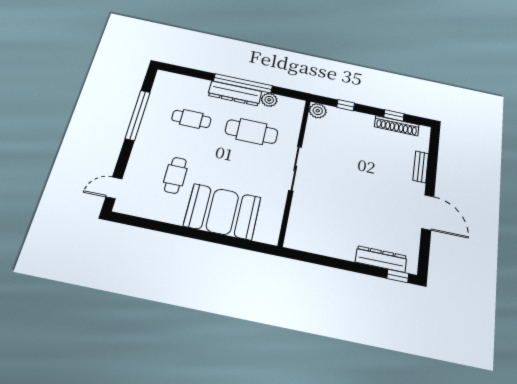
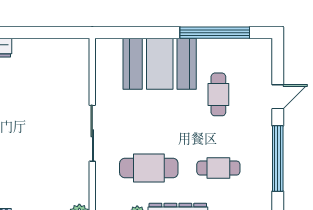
door: (114, 188) -> (278, 97), moved
window: (164, 227) -> (215, 33), added

